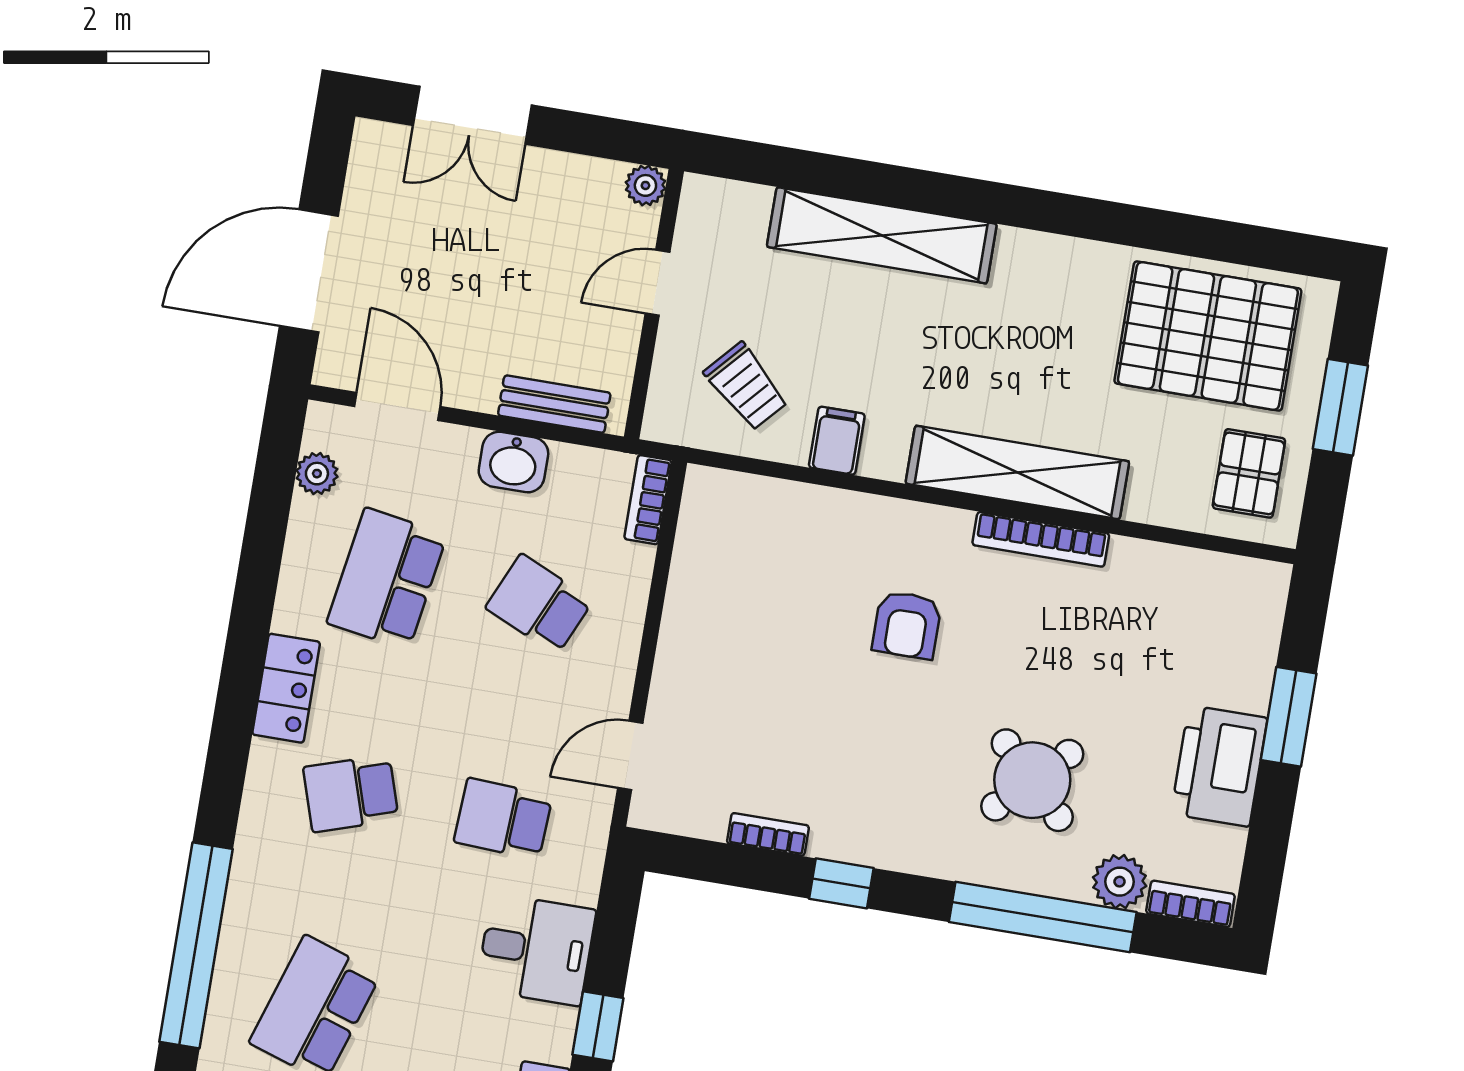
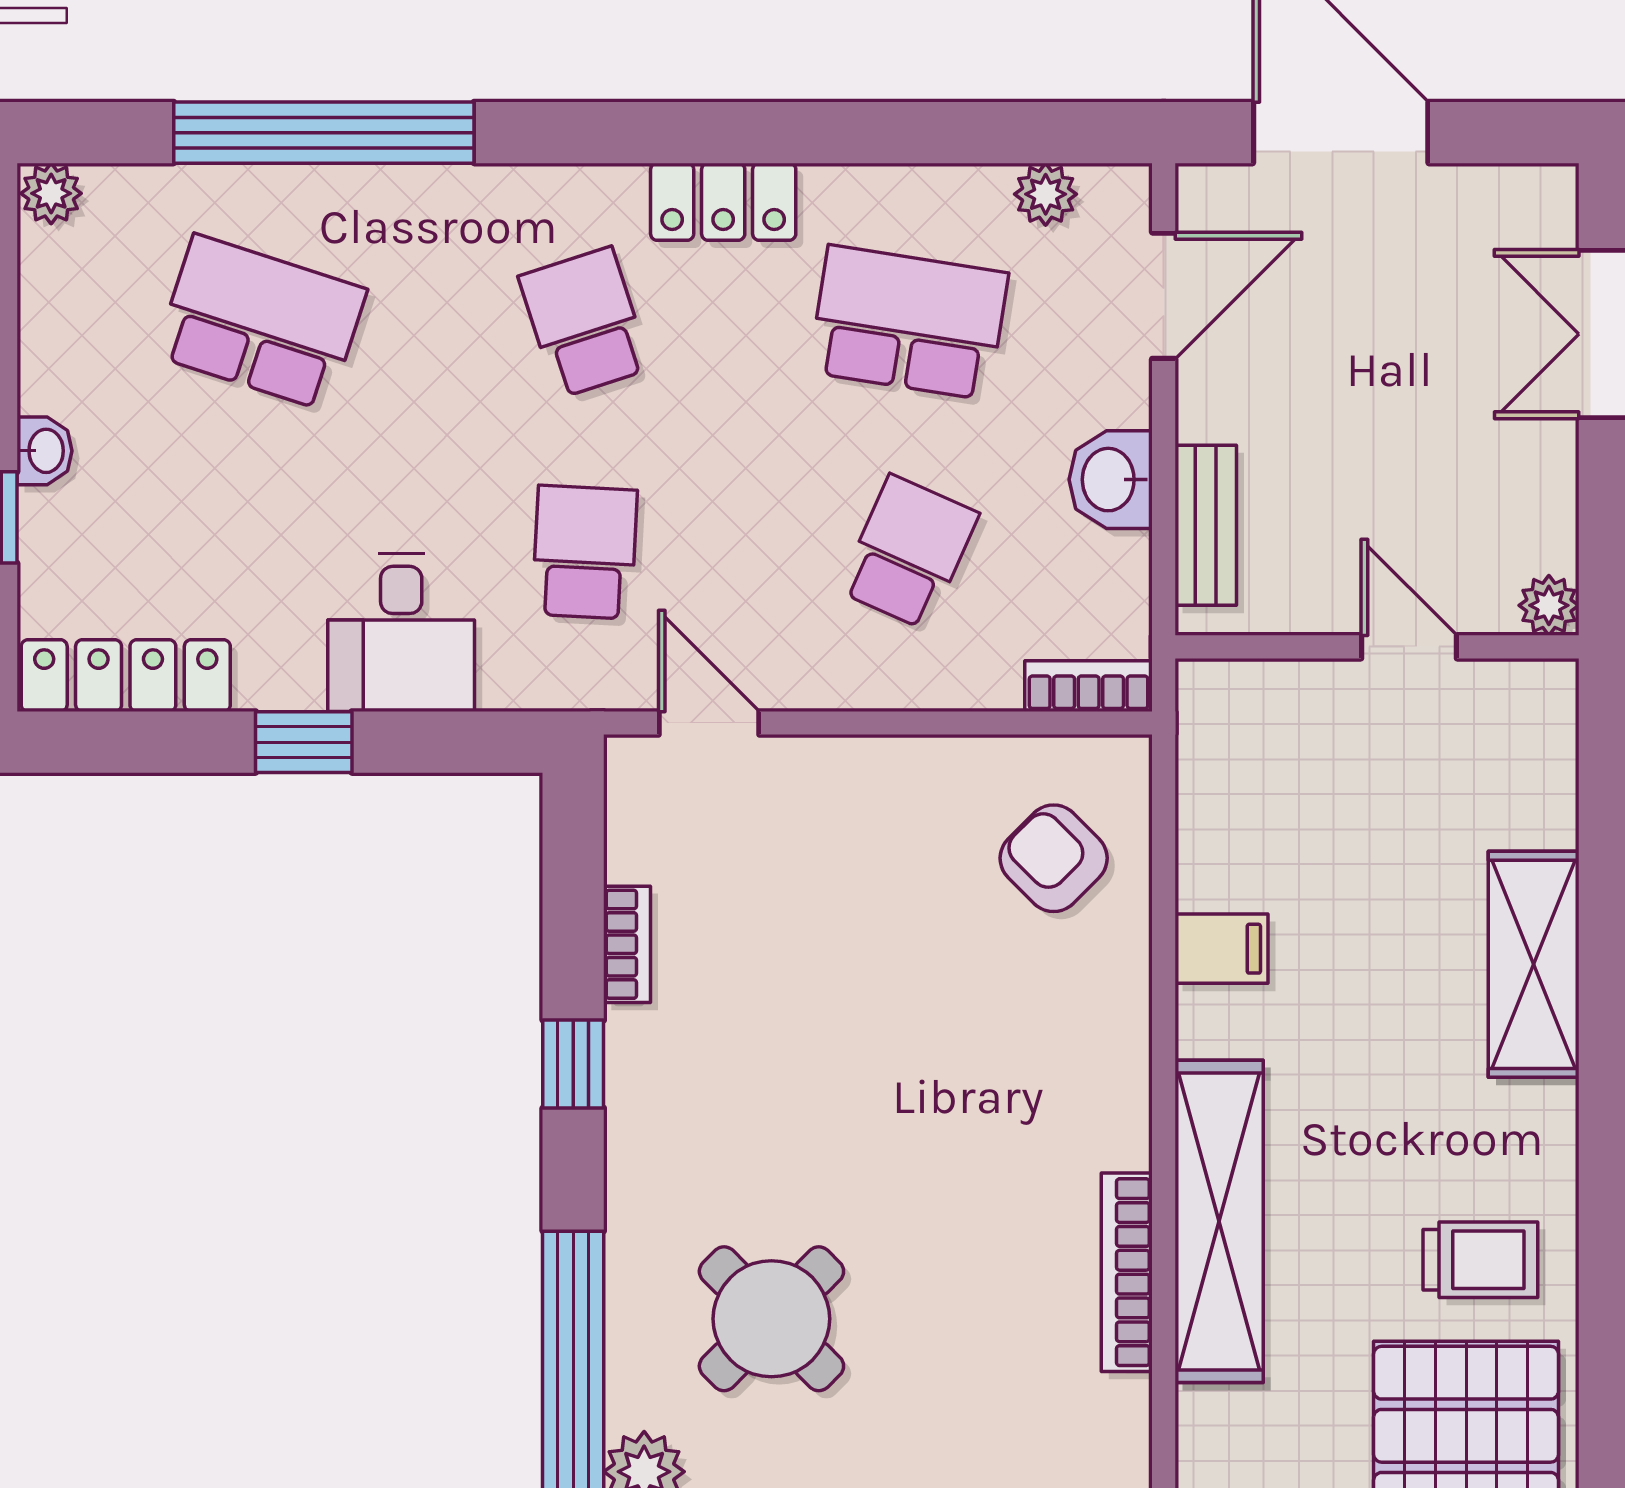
shelving: (882, 235) -> (1534, 964), width x0.68
trolley: (746, 386) -> (1480, 1260), moved, turned -132
armchair: (907, 625) -> (1054, 858), moved, turned 45

